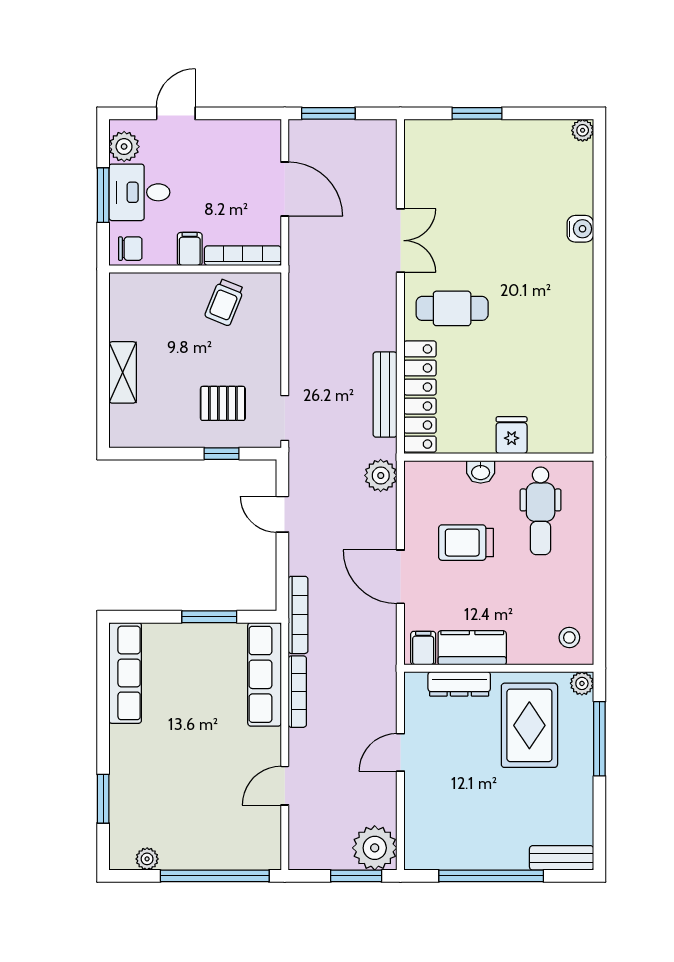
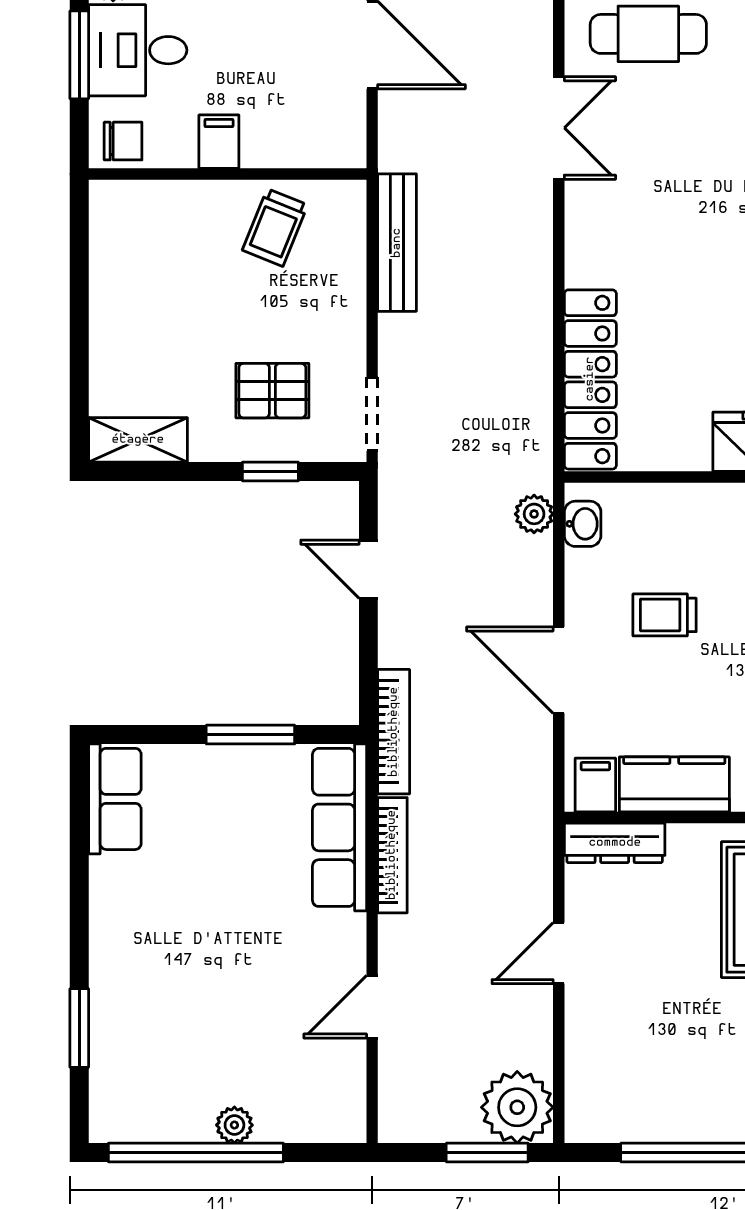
bookcase: (243, 256) -> (305, 152), removed
cafe table: (452, 308) -> (648, 34), moved
shelving: (123, 372) -> (138, 440), moved, turned 90
bench: (385, 395) -> (397, 243), moved
washbasin: (481, 472) -> (583, 524), moved, turned -90
plant: (381, 475) -> (534, 514), width x0.73, depth x0.73
trolley: (466, 543) -> (665, 615), width x0.73, depth x0.72
row of seats: (125, 673) -> (115, 799), width x0.68
dresser: (459, 684) -> (615, 843), moved
plant: (147, 859) -> (234, 1125), moved
window: (215, 876) -> (196, 1152), moved

